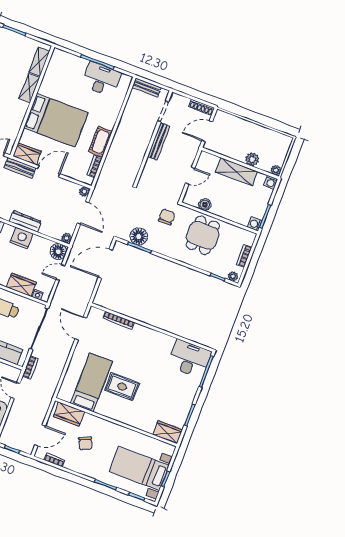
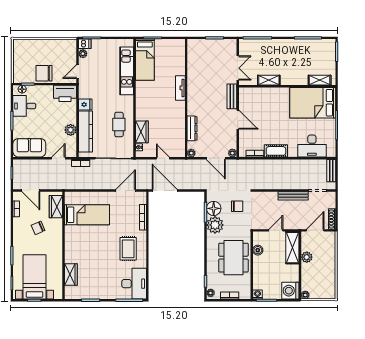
desk: (101, 79) -> (312, 146), moved, turned 90
shelving: (29, 88) -> (269, 80), moved
bed: (56, 120) -> (313, 103), moved, turned 90
door: (207, 131) -> (315, 230), hinge flipped
wardrobe: (27, 154) -> (245, 98), removed
plant: (252, 159) -> (307, 257), moved
shelving: (237, 172) -> (292, 248), moved
door: (190, 176) -> (276, 230), swing flipped
washing machine: (271, 182) -> (290, 291), width x1.89, depth x1.89
door: (83, 213) -> (216, 158), hinge flipped
chair: (167, 217) -> (237, 206), moved
dresser: (25, 221) -> (192, 128), moved
dining table: (203, 235) -> (233, 258), width x1.38
nightstand: (22, 238) -> (178, 118), removed
plant: (158, 242) -> (215, 225), added
floor lamp: (58, 252) -> (178, 151), removed
door: (105, 264) -> (165, 191), moved
rug: (122, 387) -> (128, 249), moved
wardrobe: (168, 432) -> (71, 274), moved

